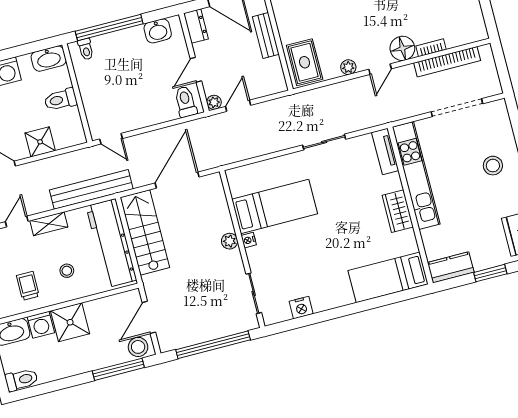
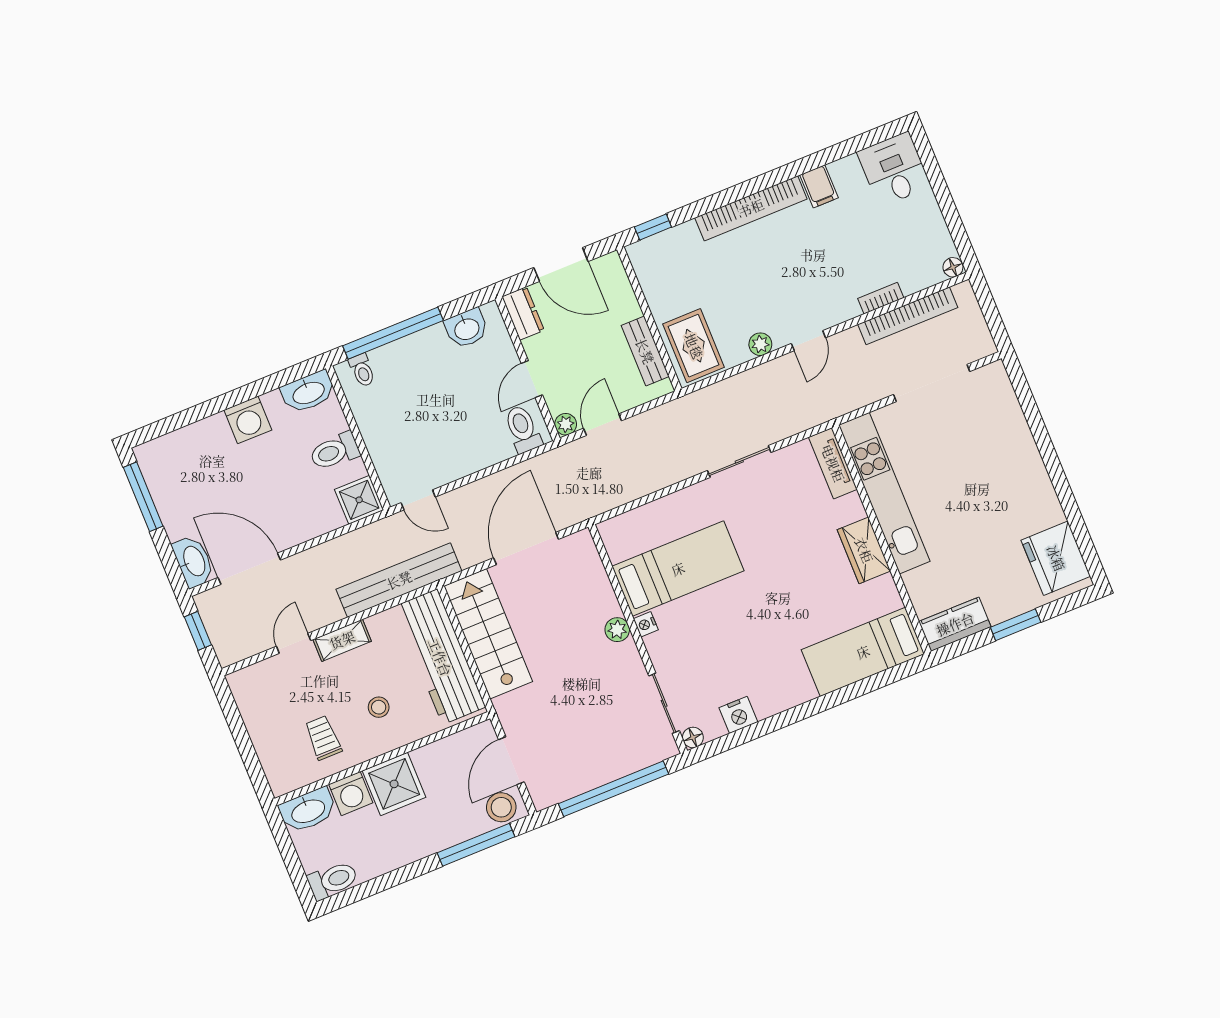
bench: (266, 36) -> (645, 351), moved
floor lamp: (402, 48) -> (953, 267), moved, width x0.53, depth x0.53
shower: (40, 142) -> (359, 500), moved
stool: (493, 166) -> (998, 463), removed
floor lamp: (269, 318) -> (693, 737), added

